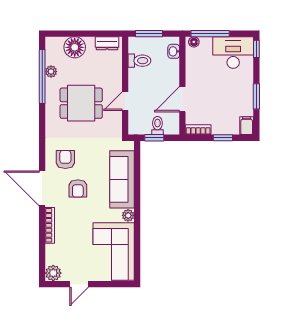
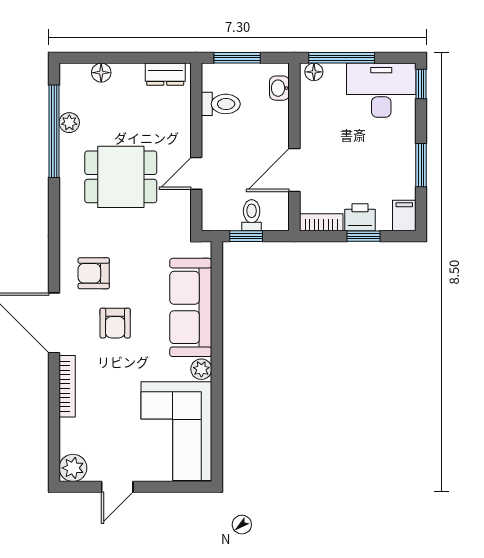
floor lamp: (75, 47) -> (101, 73), width x0.53, depth x0.53
printer: (221, 127) -> (360, 217), added
armchair: (65, 159) -> (94, 273), turned -90

